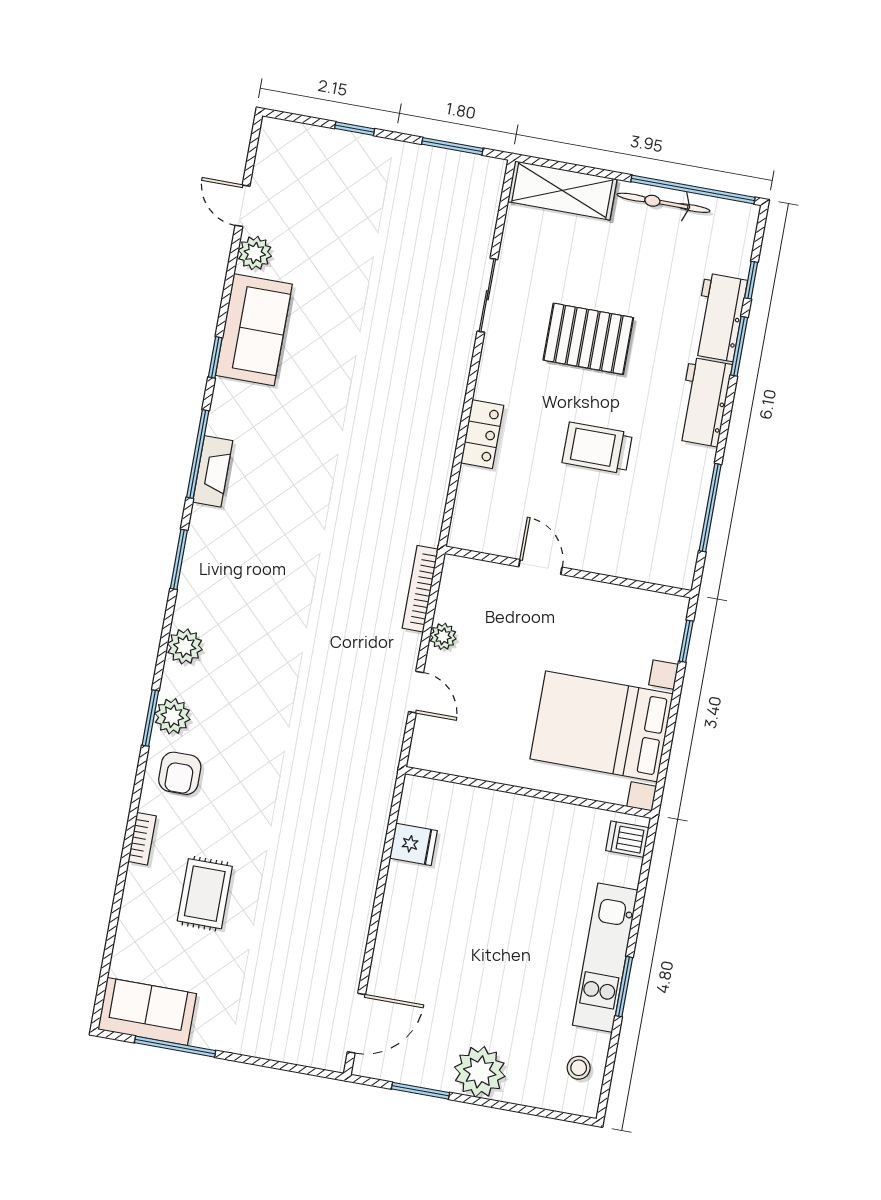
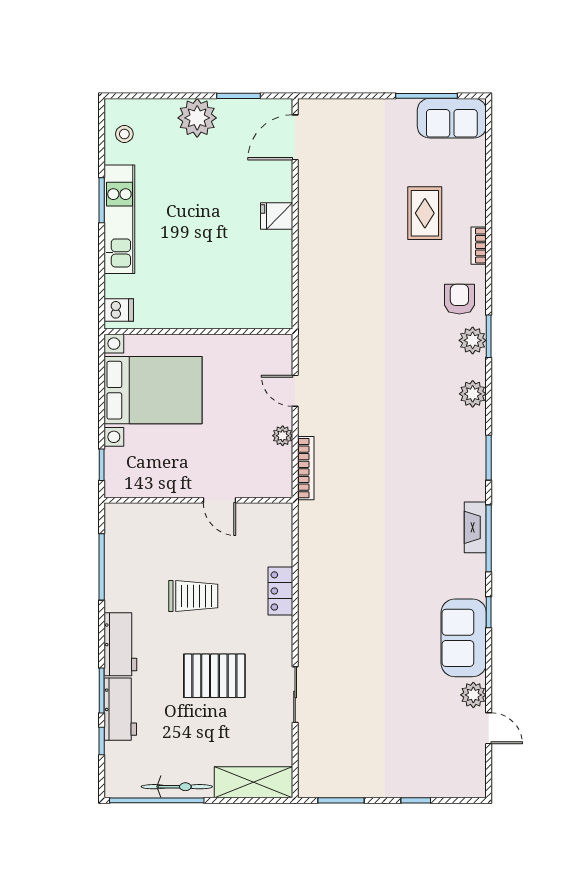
fridge: (413, 844) -> (277, 216), moved

